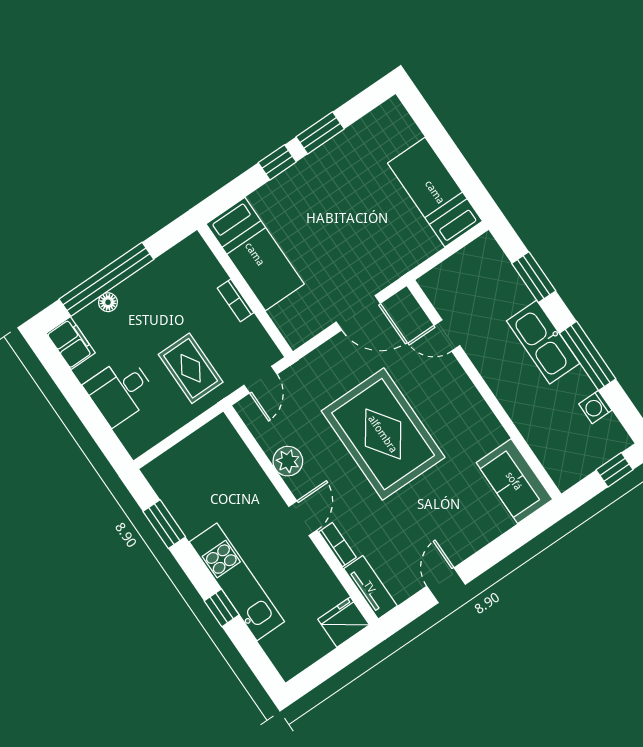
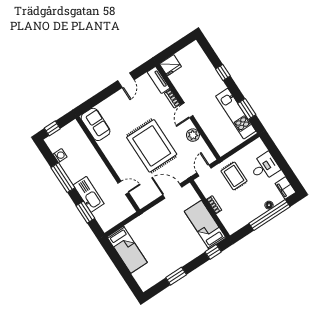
window: (277, 162) -> (213, 252), moved
door: (358, 313) -> (172, 191), moved
kitchen sink: (543, 342) -> (89, 194), moved
kitchen unit: (237, 582) -> (236, 114), moved

